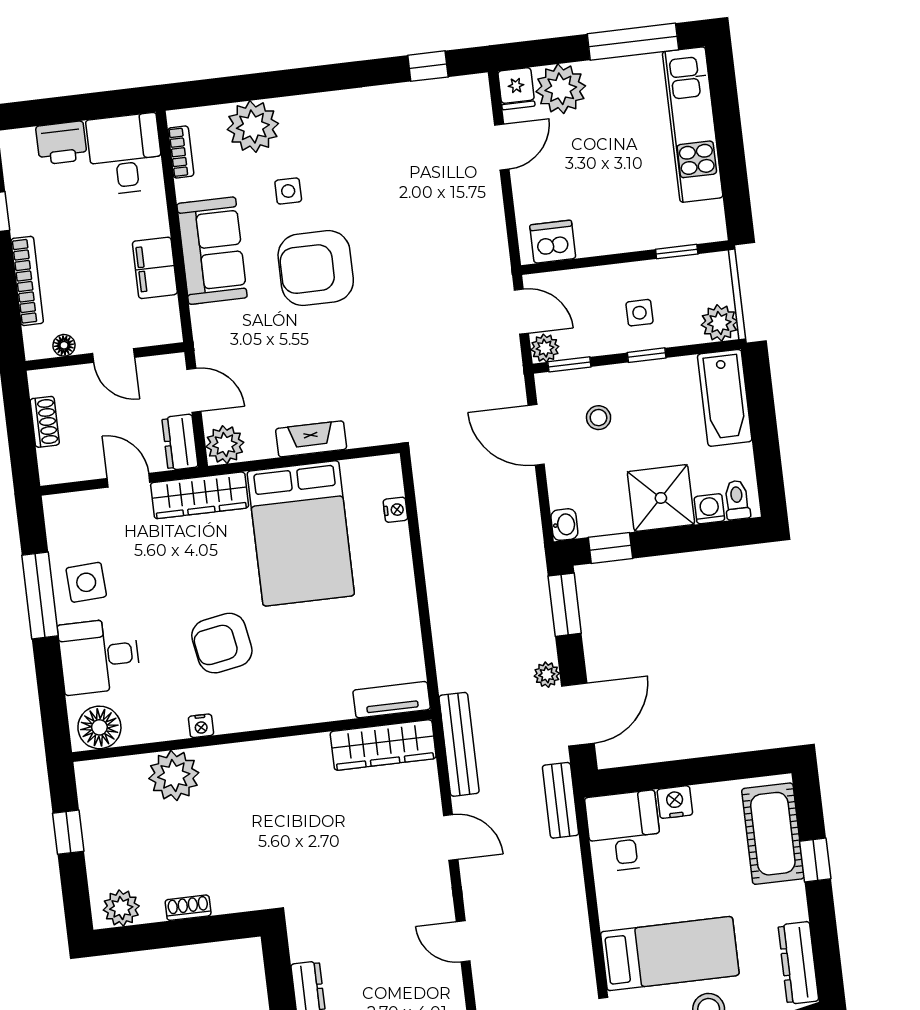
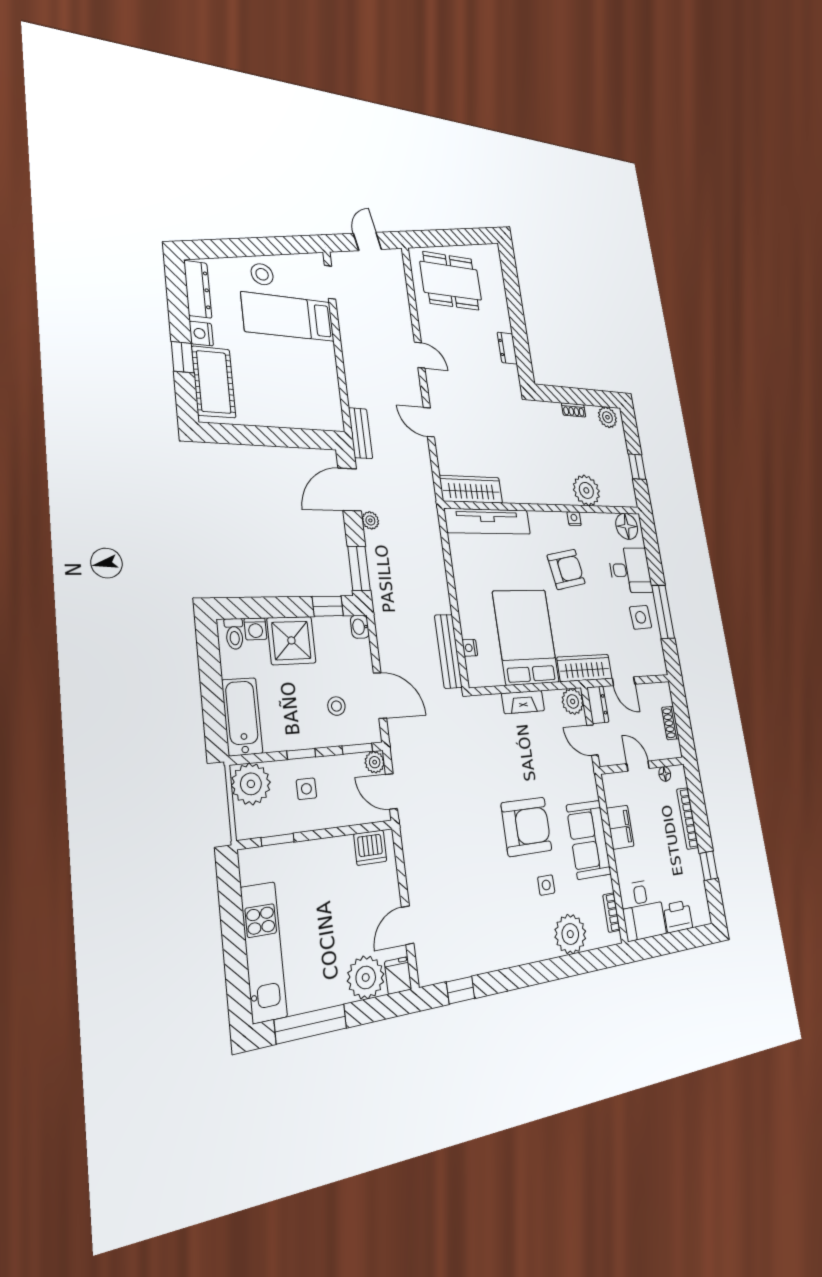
plant: (719, 323) -> (251, 784), width x1.36, depth x1.36
tv unit: (392, 700) -> (488, 521), width x1.92, depth x1.29
bench: (459, 744) -> (448, 651), moved
nightstand: (675, 802) -> (201, 334), moved, turned 90
desk: (624, 831) -> (319, 404), removed

